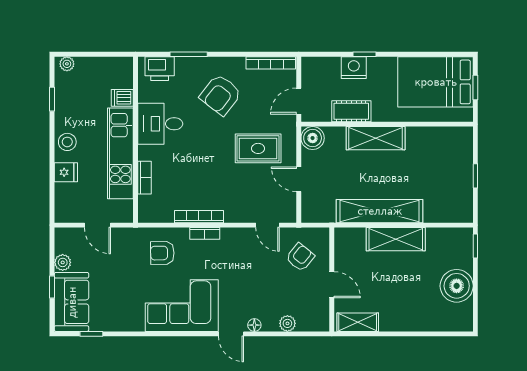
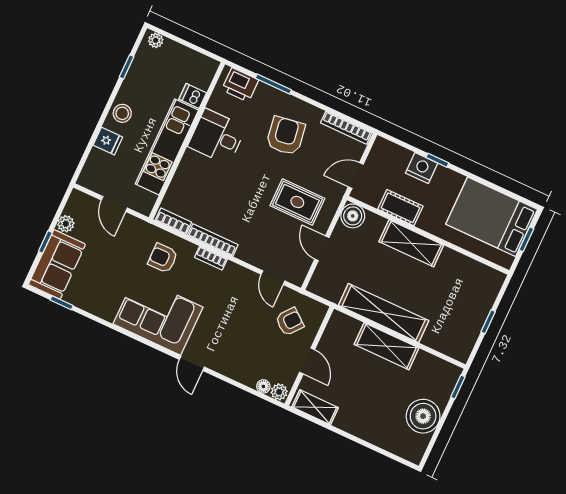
armchair: (221, 95) -> (286, 136), turned 133
bookcase: (145, 178) -> (173, 221), moved, turned -90
plant: (287, 323) -> (279, 392), moved
floor lamp: (254, 325) -> (263, 386), moved

